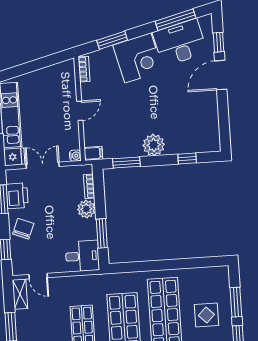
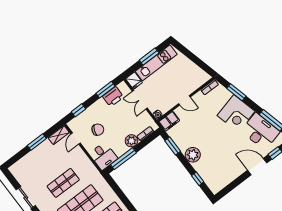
filing cabinet: (93, 153) -> (169, 121), width x2.00
double door: (43, 165) -> (140, 100), swing flipped
chair: (23, 229) -> (98, 130), moved
window: (102, 233) -> (123, 159), width x1.44

